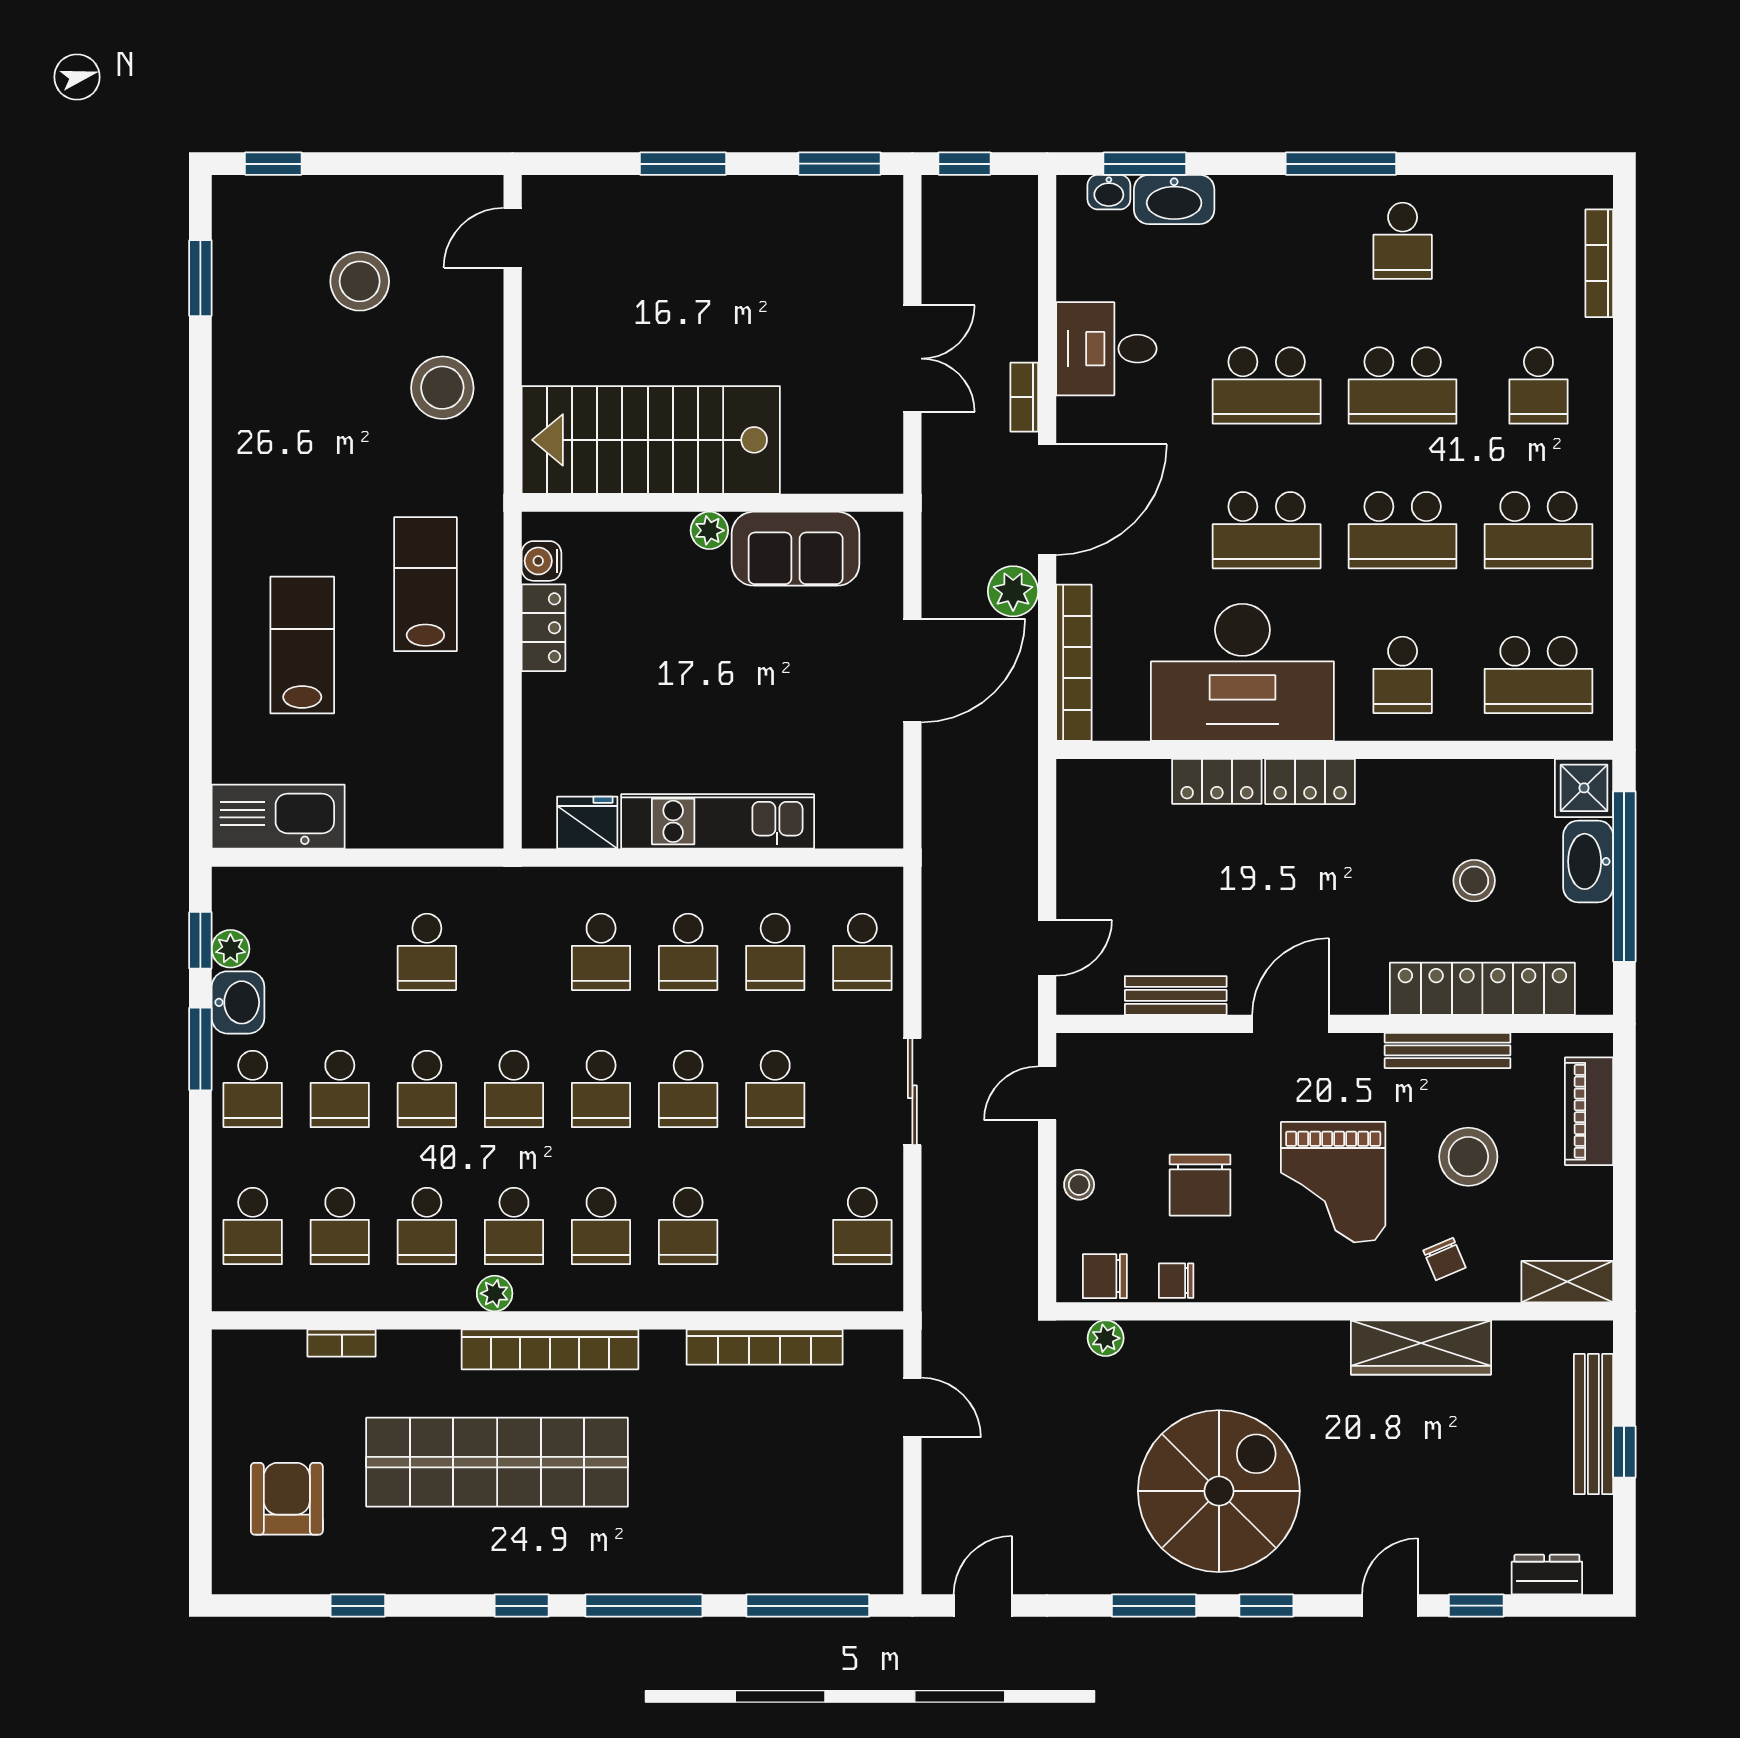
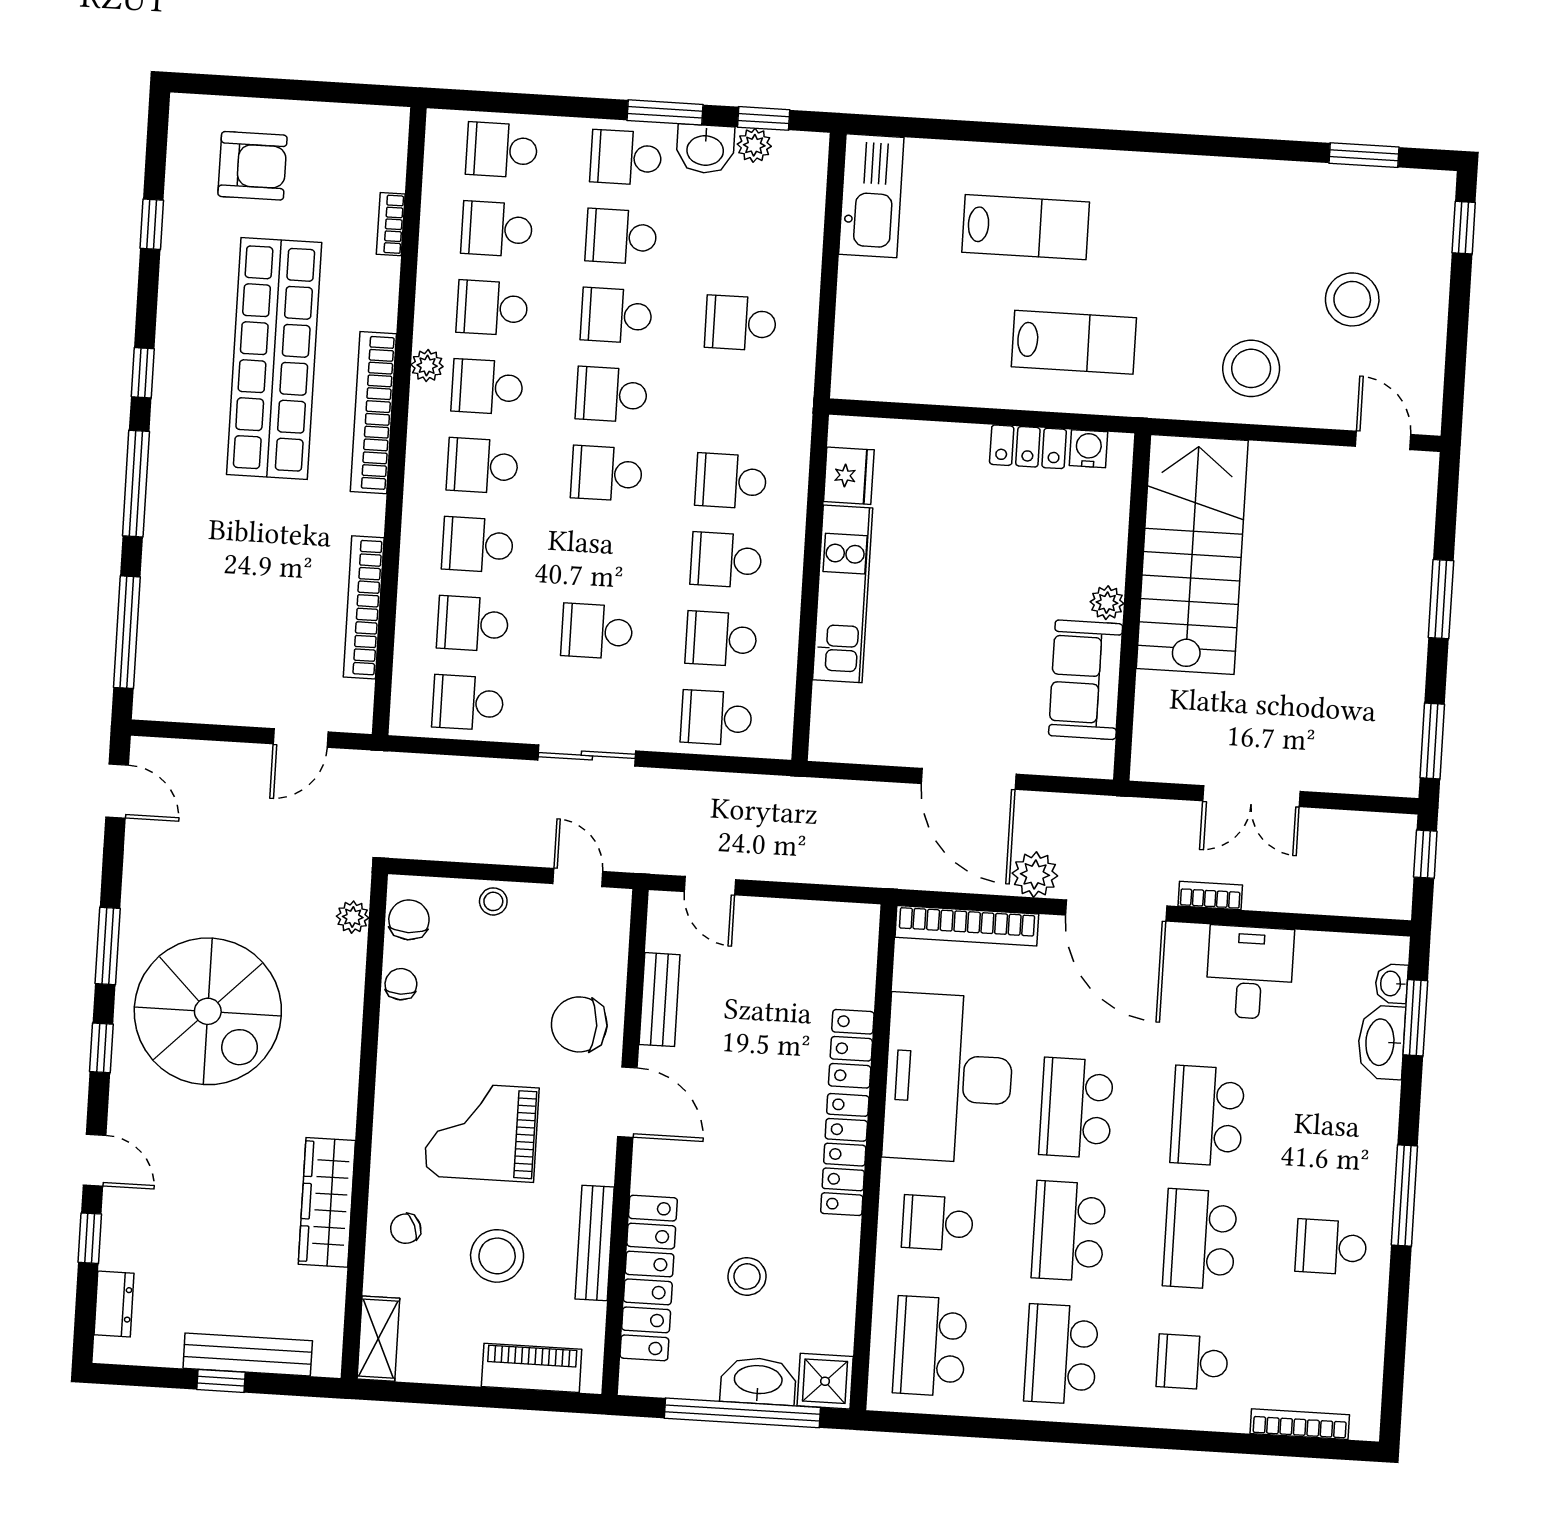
locker: (1310, 781) -> (845, 1155), width x1.53
school desk: (688, 1089) -> (473, 624), moved
chair: (1200, 1185) -> (579, 1024), moved

